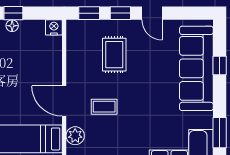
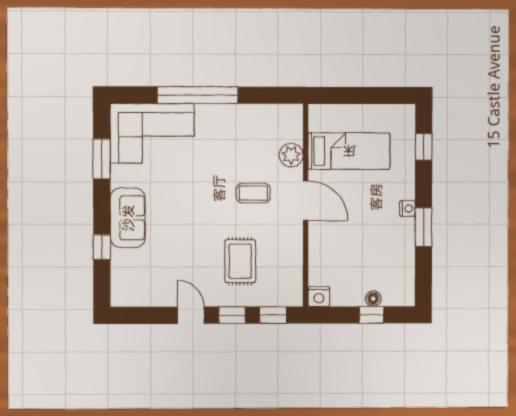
sofa: (196, 68) -> (128, 218), width x0.54, depth x0.79

